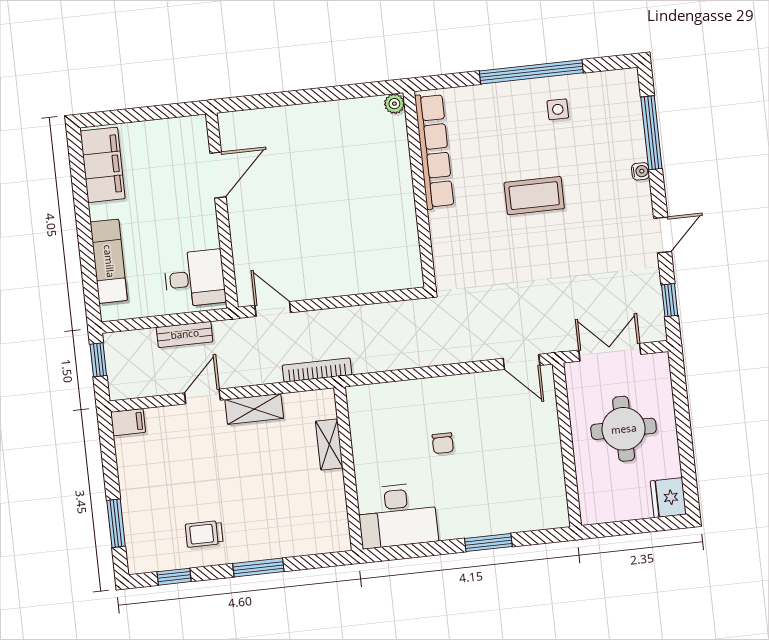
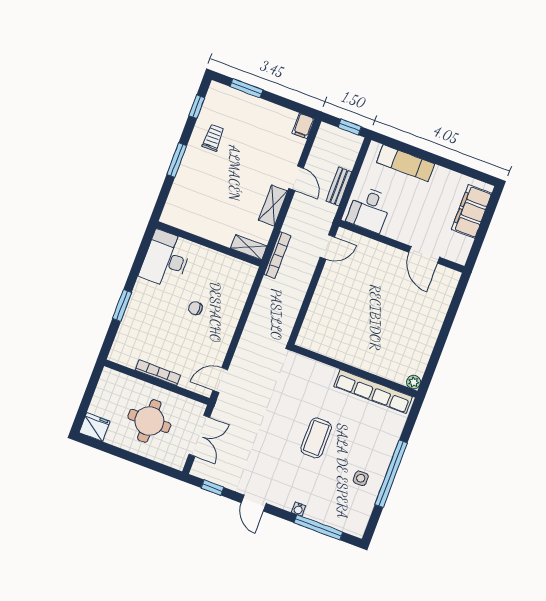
filing cabinet: (103, 165) -> (472, 211), moved, turned 90
shelving: (329, 445) -> (249, 247), moved
bookcase: (554, 450) -> (158, 373), added

